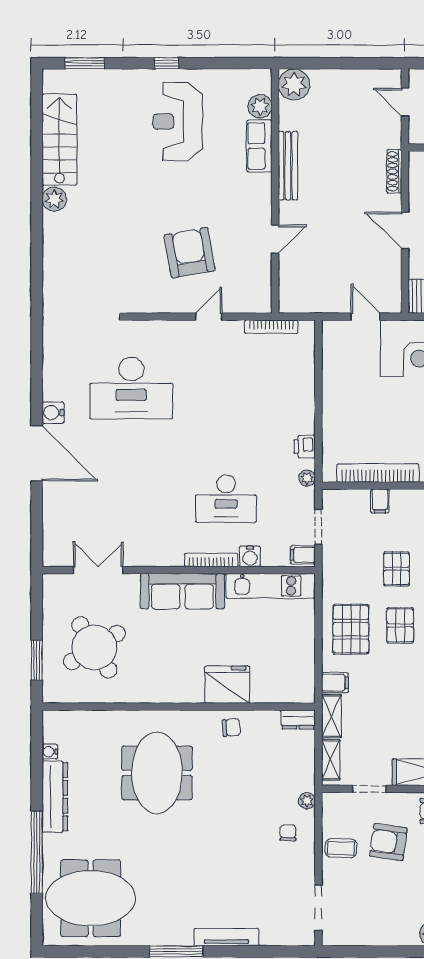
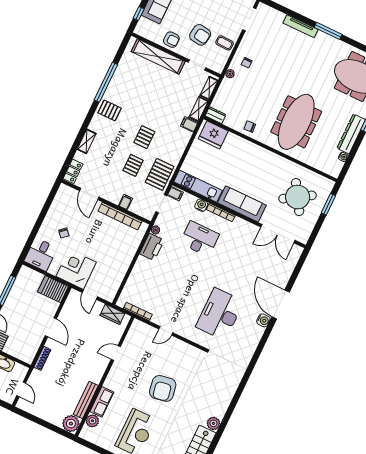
bench: (288, 166) -> (86, 400), moved
armchair: (190, 253) -> (163, 388), moved
wardrobe: (312, 302) -> (112, 314), added
desk: (131, 388) -> (220, 314), turned -90
printer: (305, 447) -> (152, 247), width x1.87, depth x1.48
double door: (98, 570) -> (278, 234), width x1.37
pallet: (351, 629) -> (160, 174), moved
fridge: (227, 685) -> (213, 135), moved
meeting table: (157, 773) -> (296, 122), width x1.36

